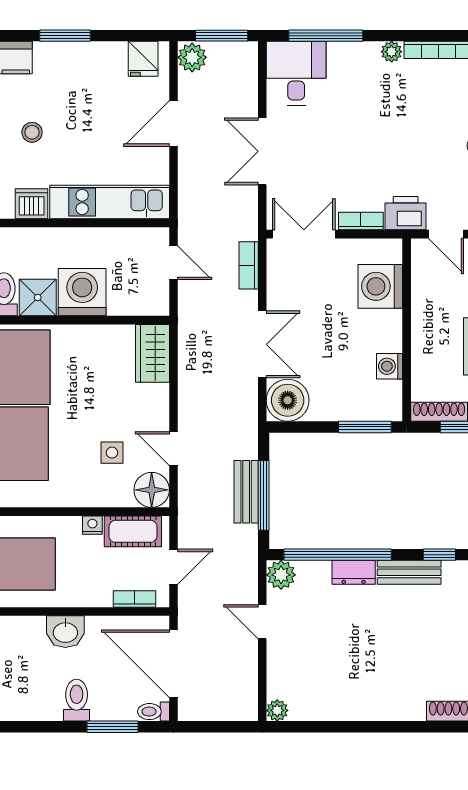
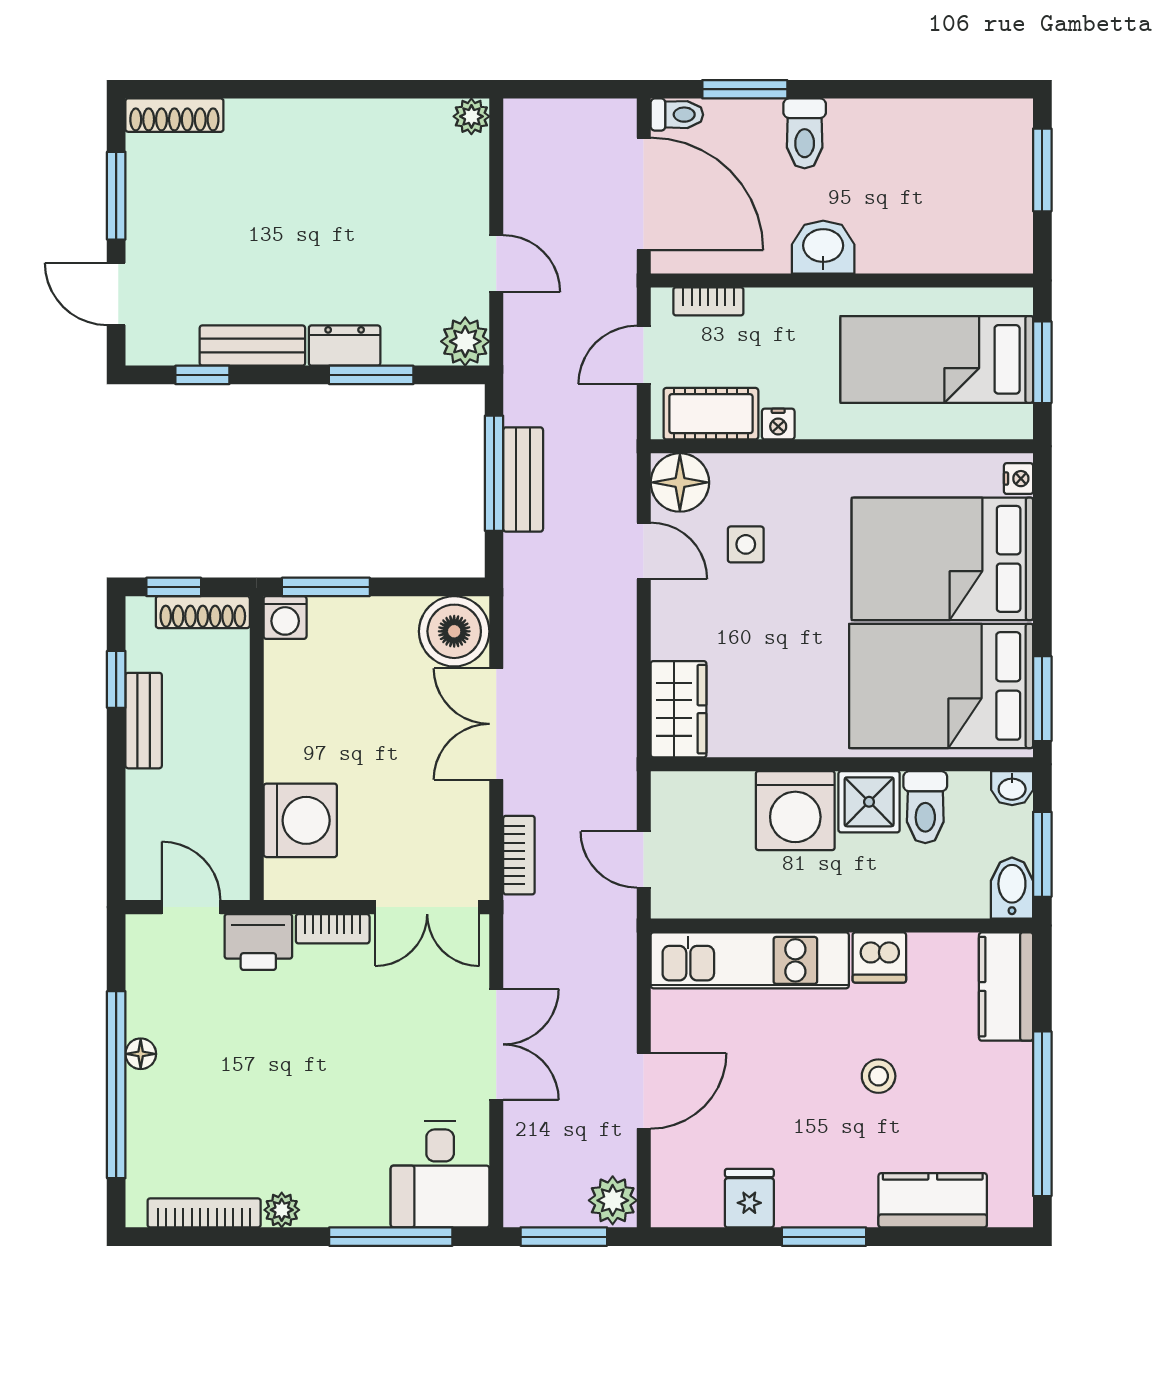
fridge: (143, 59) -> (749, 1198), moved
washing machine: (390, 366) -> (285, 618), moved, turned 90
window: (338, 555) -> (371, 375), width x0.47

